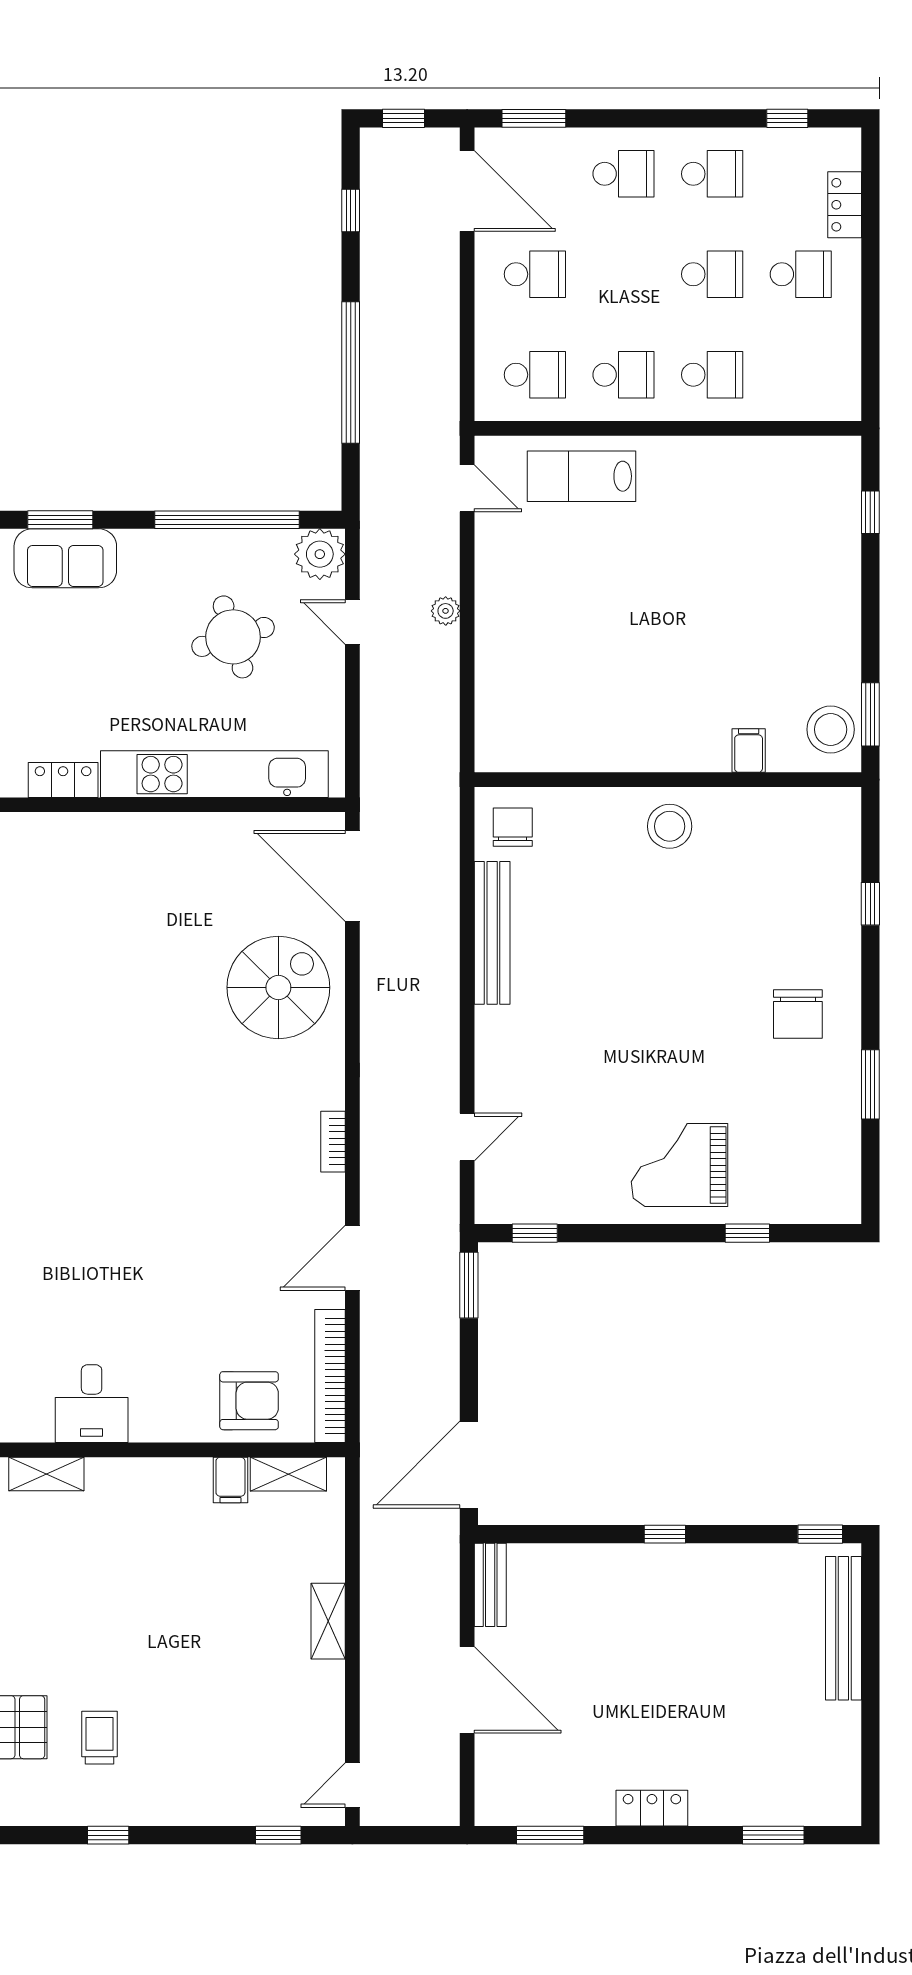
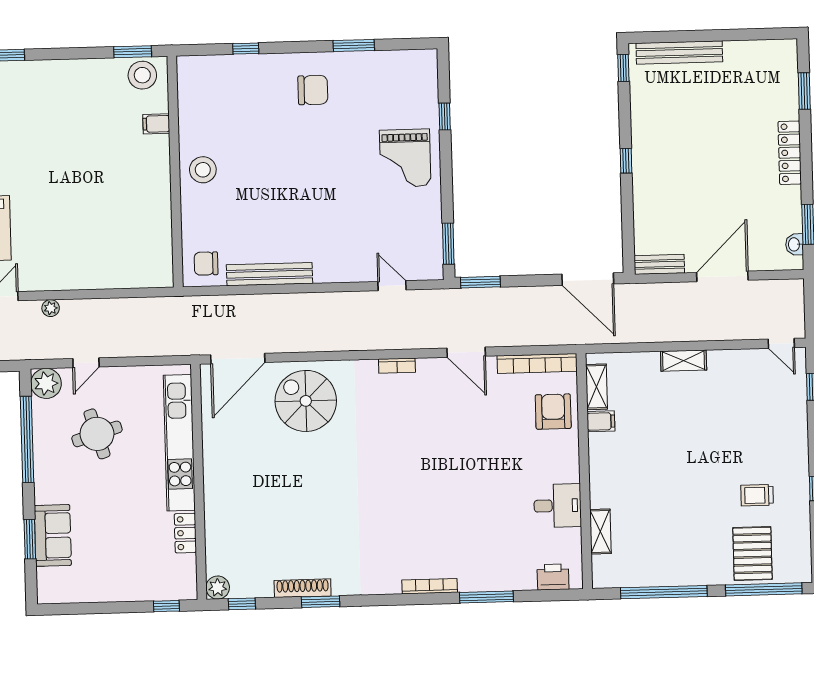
plant: (446, 611) -> (51, 308), moved
window: (535, 1233) -> (448, 244), width x1.50
locker: (652, 1808) -> (790, 153), width x1.53
washbasin: (517, 1812) -> (794, 244), added

